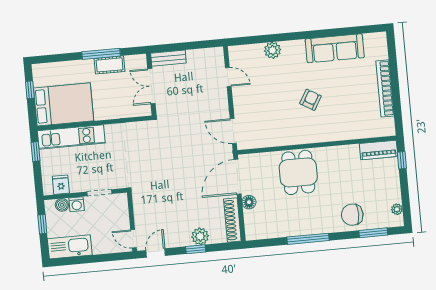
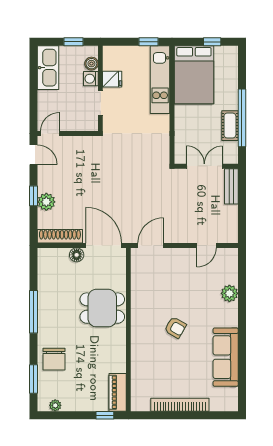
window: (101, 54) -> (242, 118), width x1.46
fridge: (61, 185) -> (112, 79), moved
chair: (352, 215) -> (54, 359), turned 180

